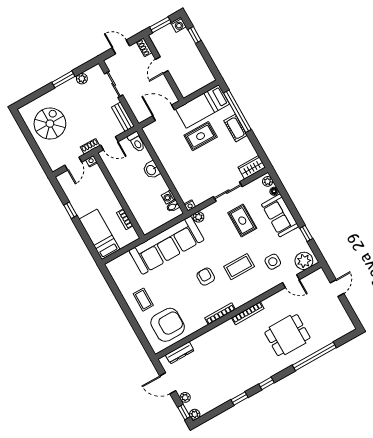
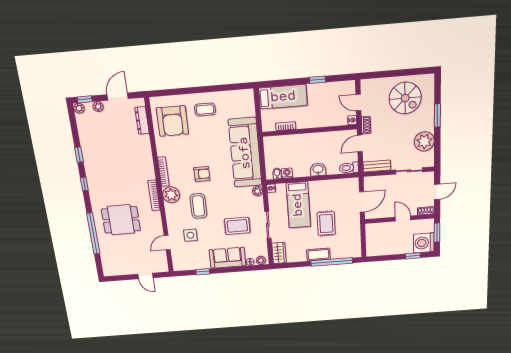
washing machine: (178, 25) -> (424, 243), width x1.89, depth x1.89
window: (63, 79) -> (437, 115), moved
plant: (82, 79) -> (424, 141), width x1.87, depth x1.87
bed: (203, 106) -> (298, 205), moved, turned 180
plant: (304, 261) -> (171, 195), moved
dining table: (287, 335) -> (121, 220), turned 90

